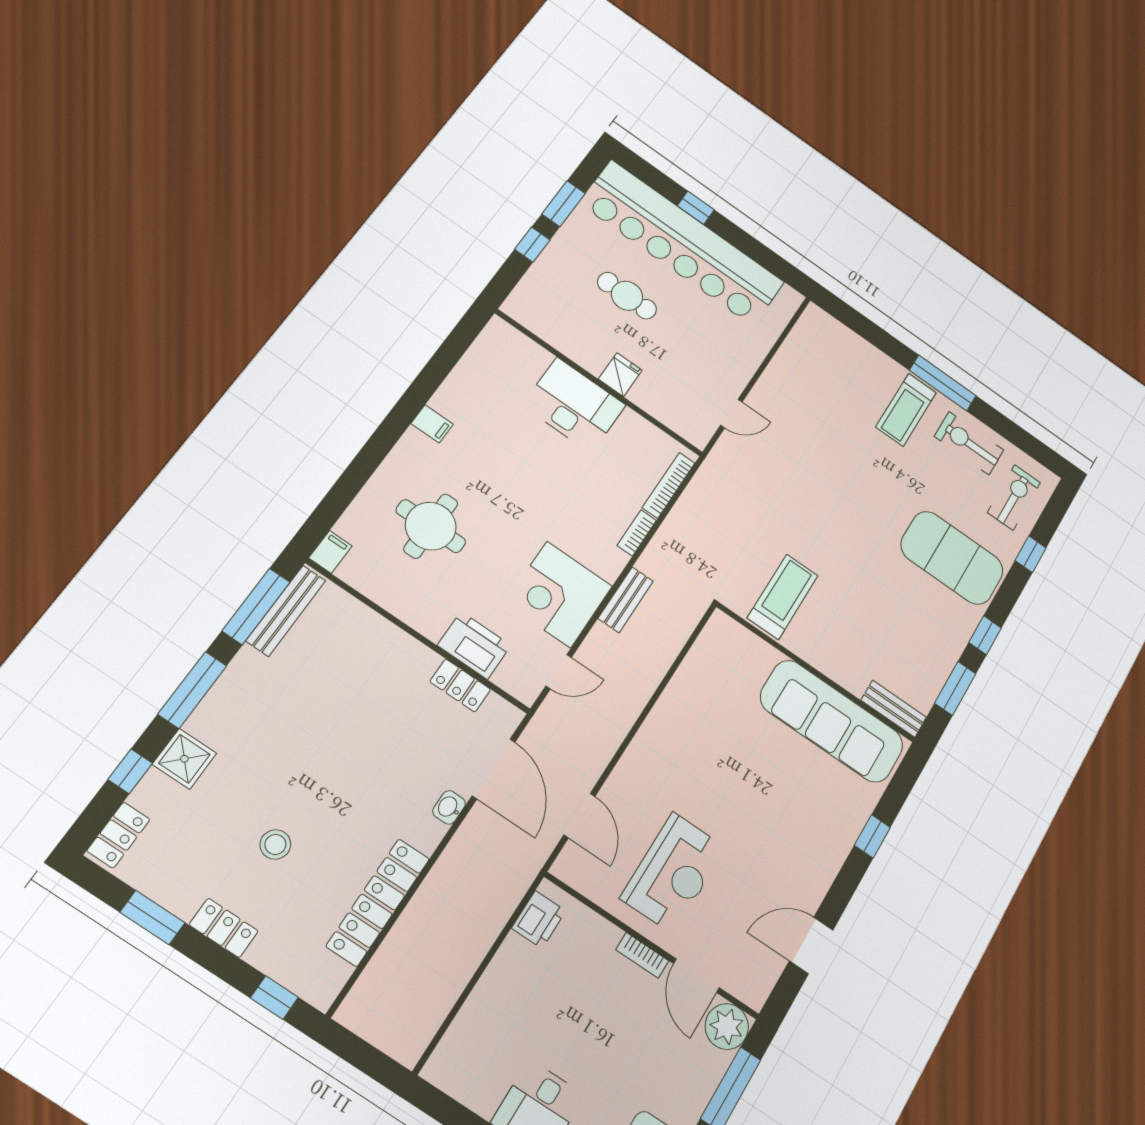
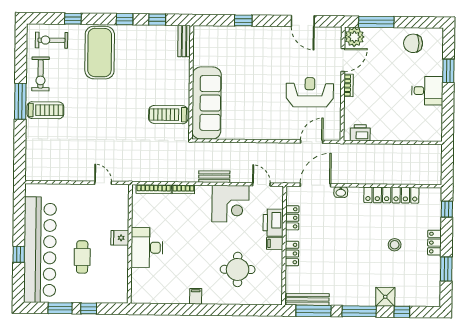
filing cabinet: (330, 552) -> (275, 243), moved
window: (955, 688) -> (157, 20), width x0.67
sofa: (832, 721) -> (207, 103), moved
locker: (118, 835) -> (292, 253), moved, turned 90

